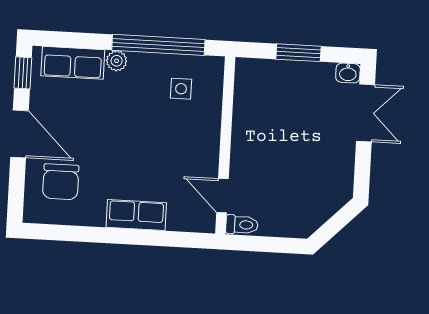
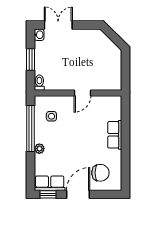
row of seats: (73, 63) -> (50, 183), moved, turned -90
door: (222, 196) -> (83, 93), moved
toilet: (242, 225) -> (39, 83), moved

